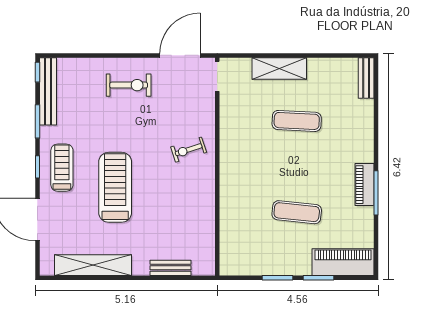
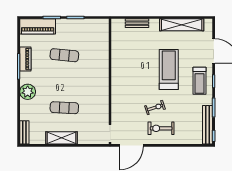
shelving: (279, 68) -> (61, 138), moved
plant: (360, 149) -> (28, 92), added
exercise bike: (189, 150) -> (155, 108), moved
piano: (364, 185) -> (25, 59), moved
treadmill: (115, 187) -> (169, 70), turned 180

